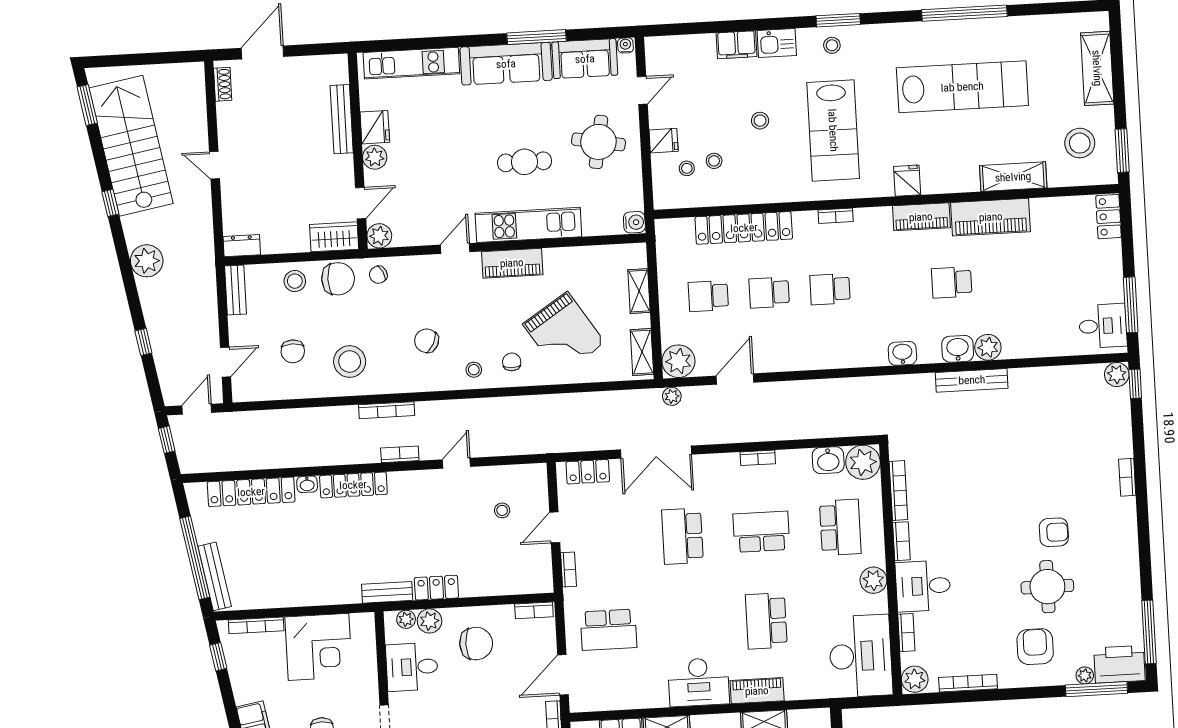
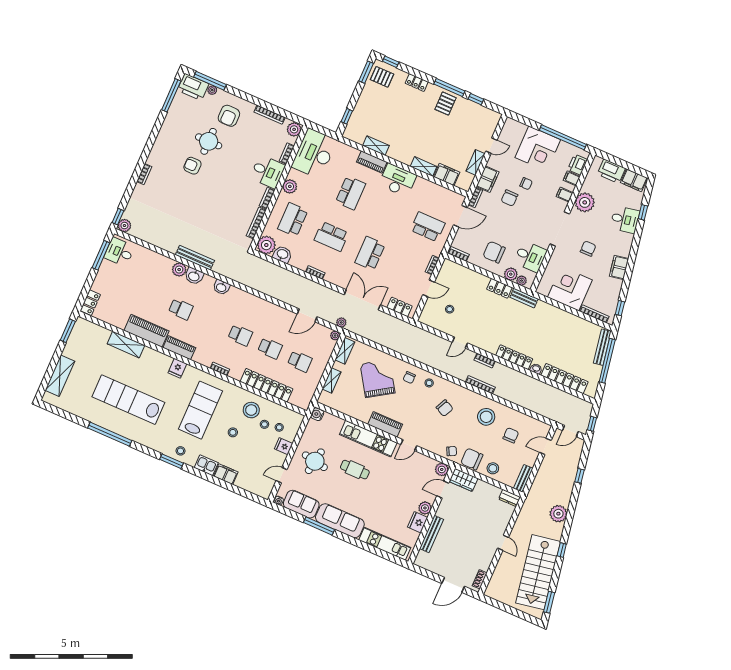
stool: (1080, 143) -> (251, 410), moved
plant: (678, 361) -> (335, 336), width x0.53, depth x0.53
school desk: (682, 536) -> (370, 253), turned 180

